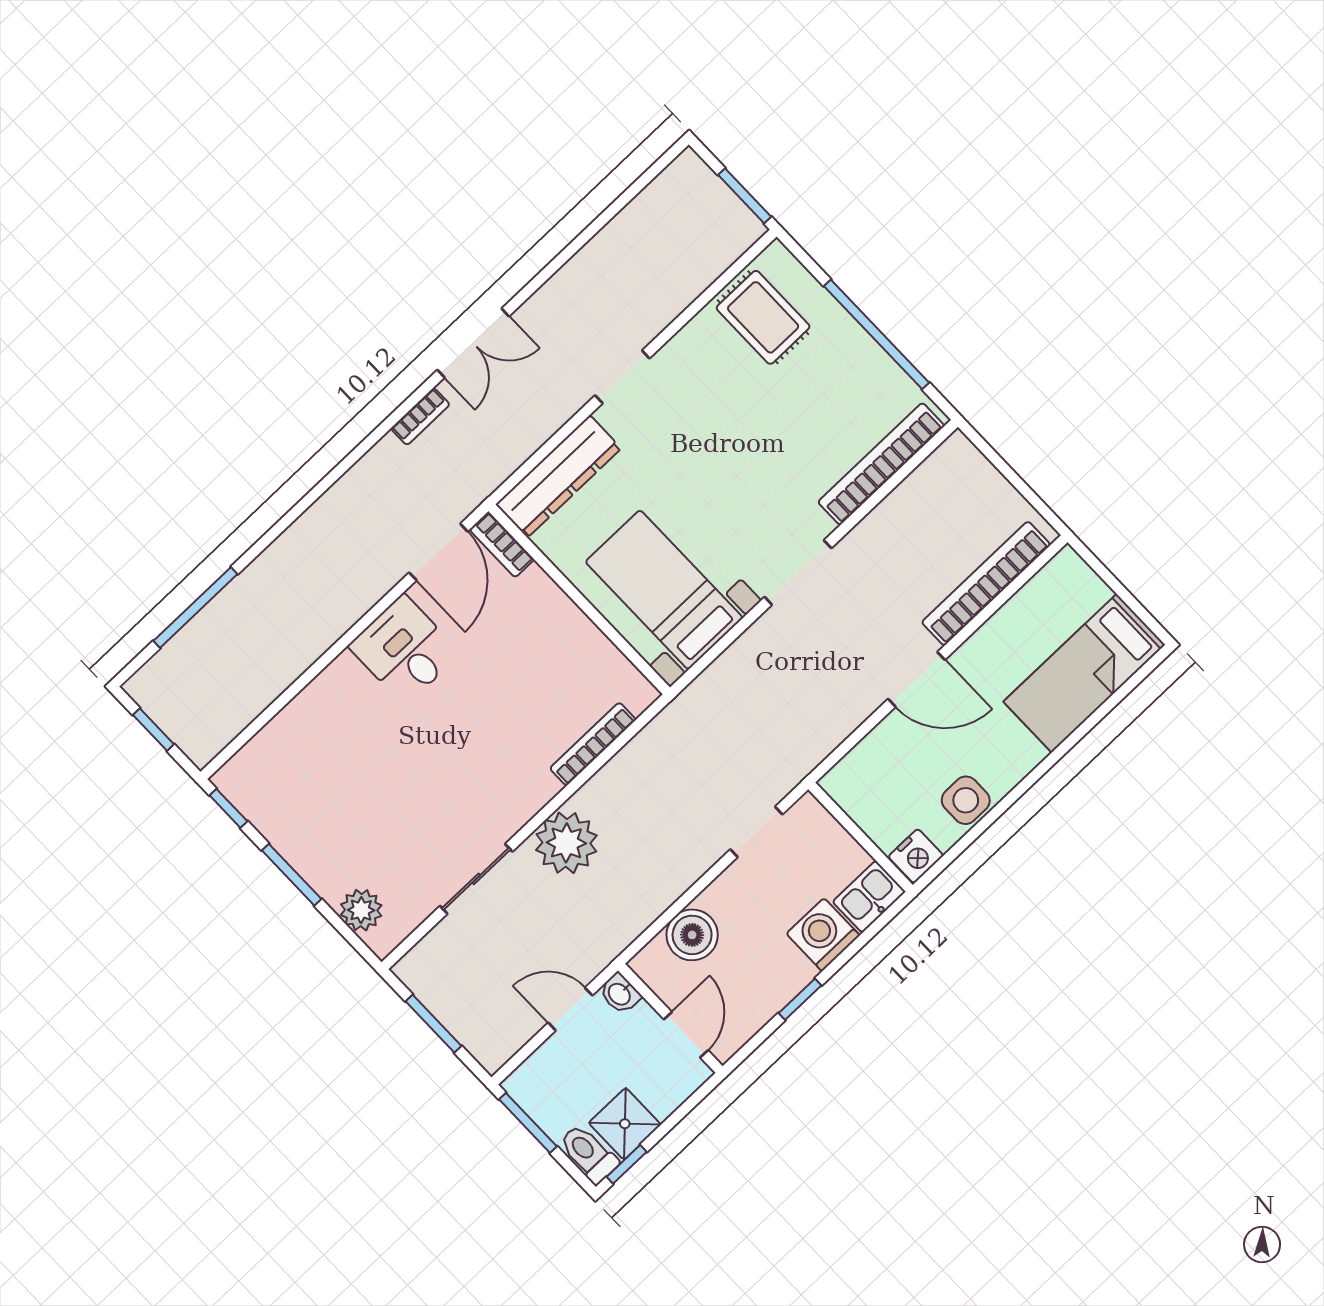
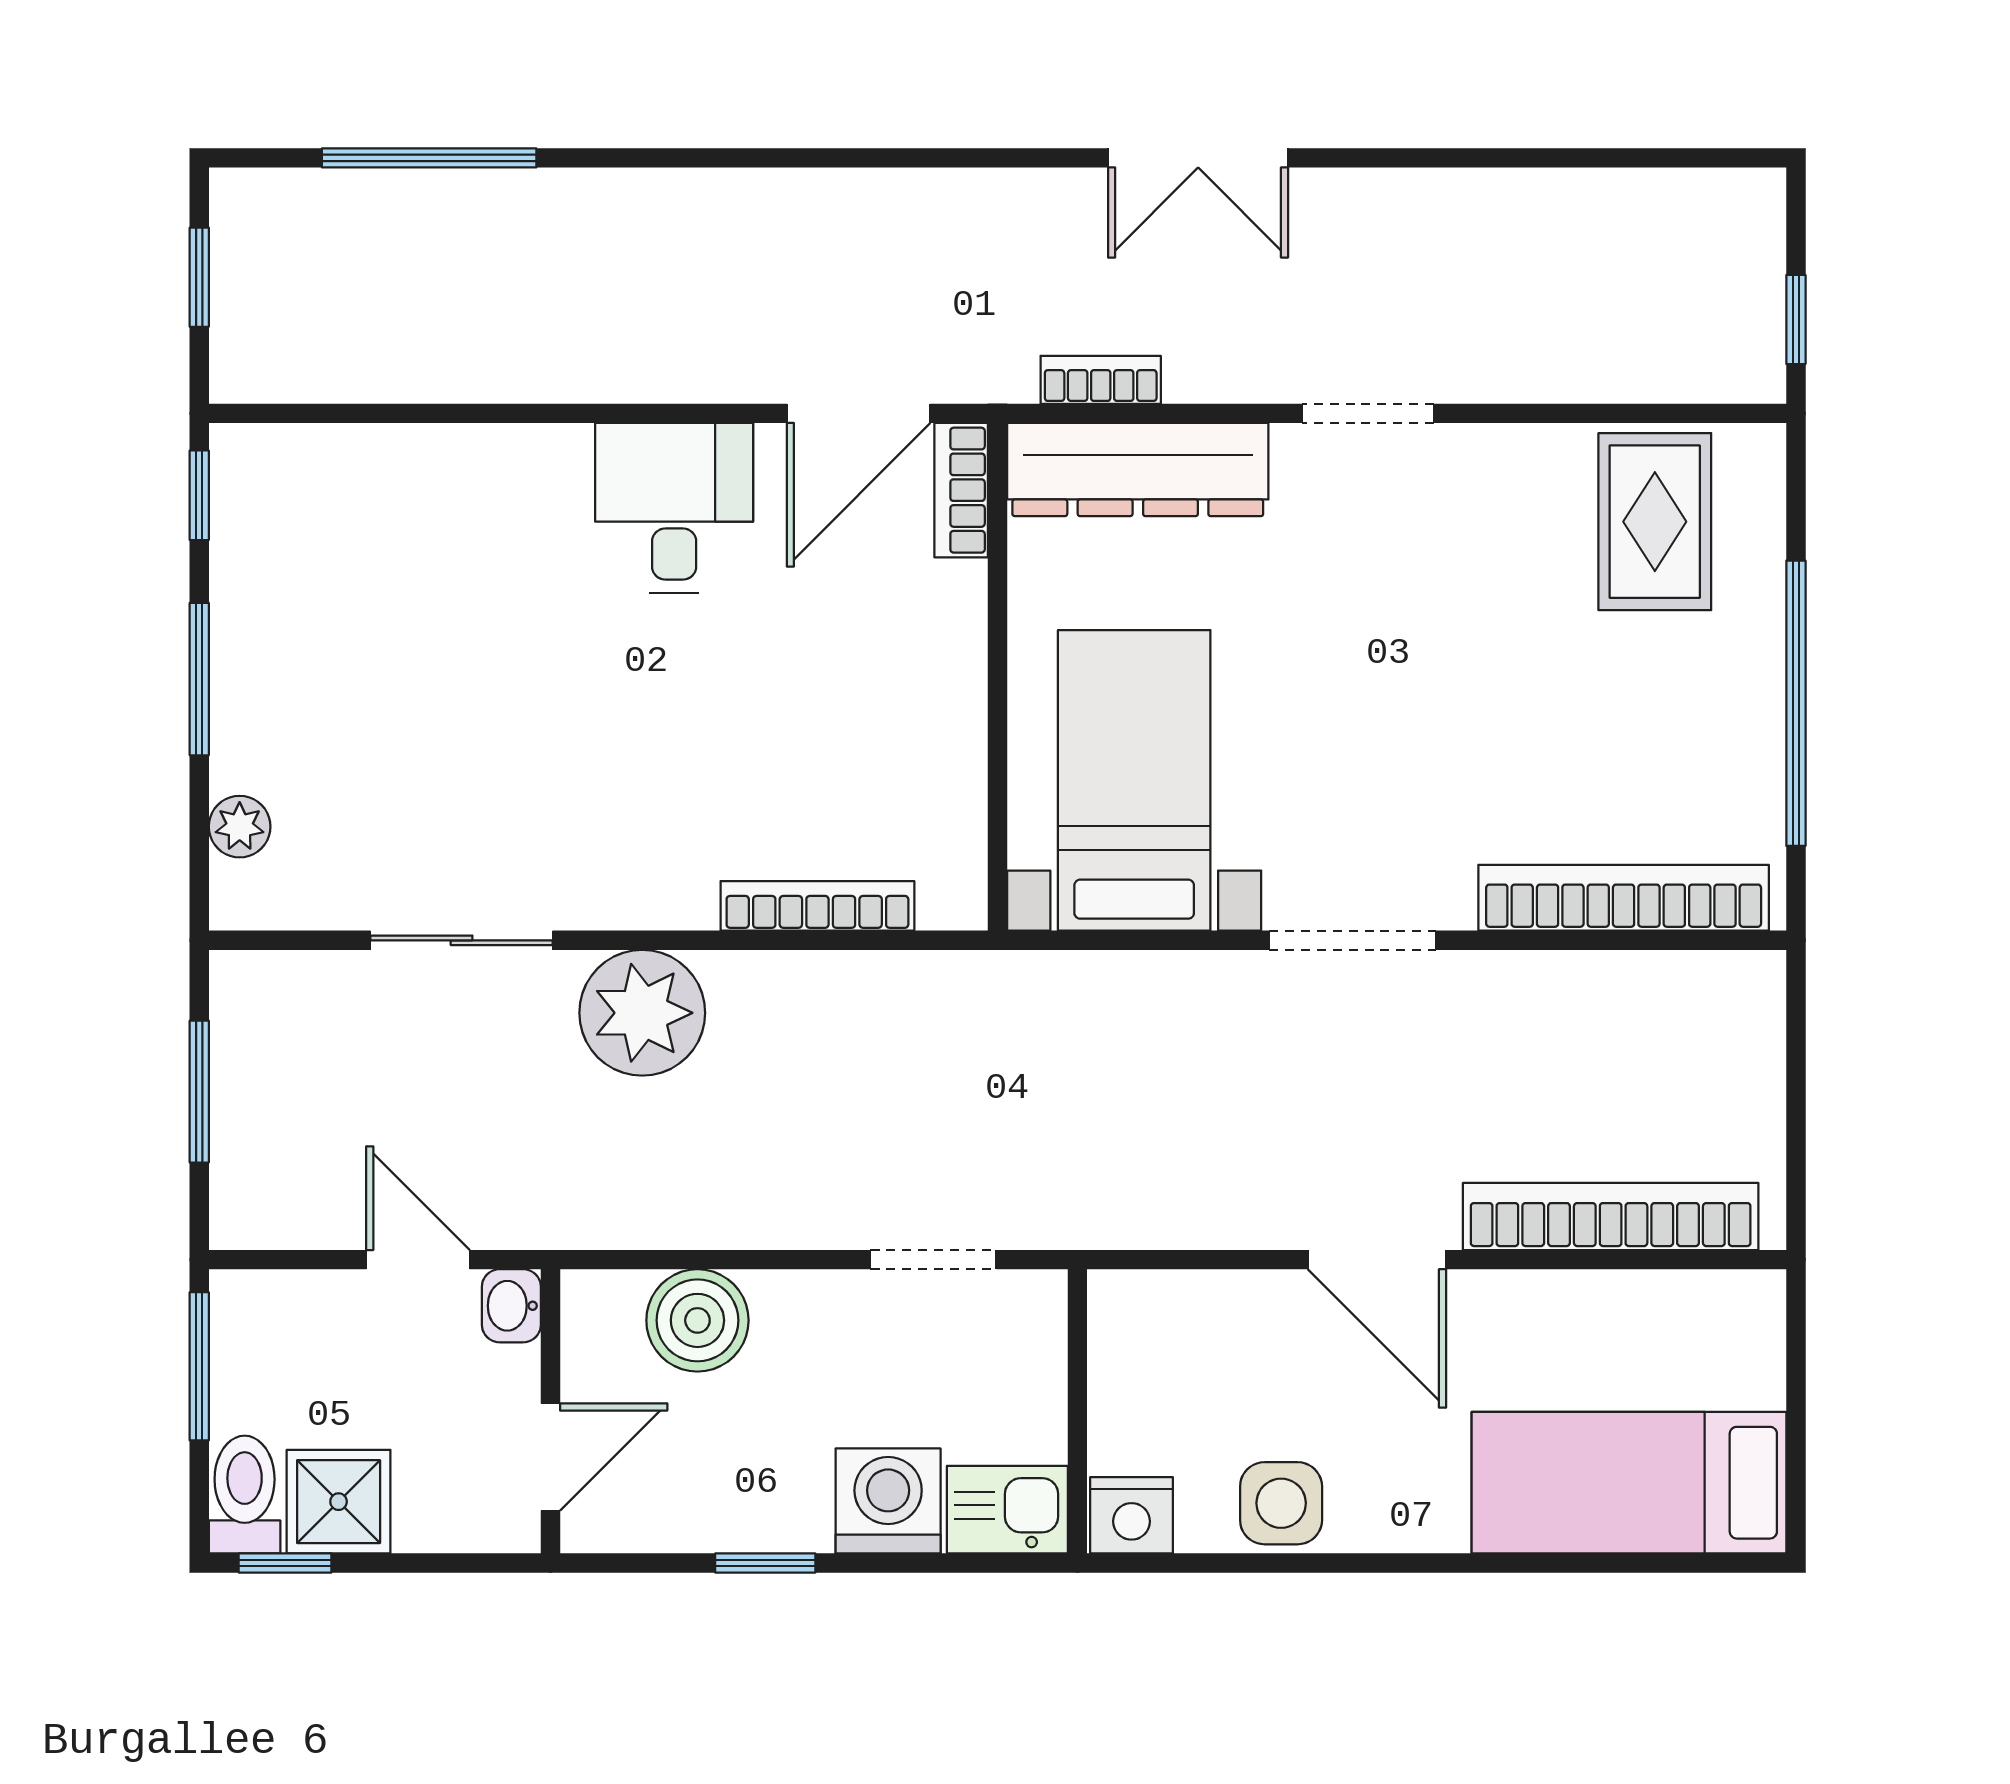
window: (745, 196) -> (1796, 320), width x0.67
bookcase: (420, 416) -> (1101, 380), moved, turned 180
plant: (361, 910) -> (240, 827), width x0.73, depth x0.73

